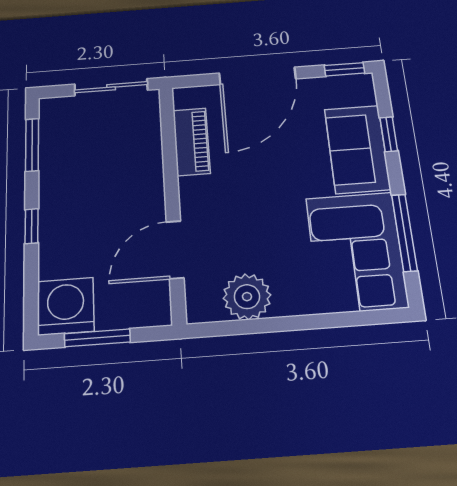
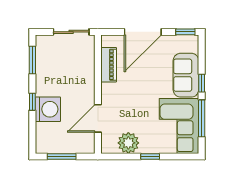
window: (389, 134) -> (202, 83), moved
washing machine: (66, 306) -> (48, 109), moved, turned 90
window: (299, 323) -> (150, 157), added

